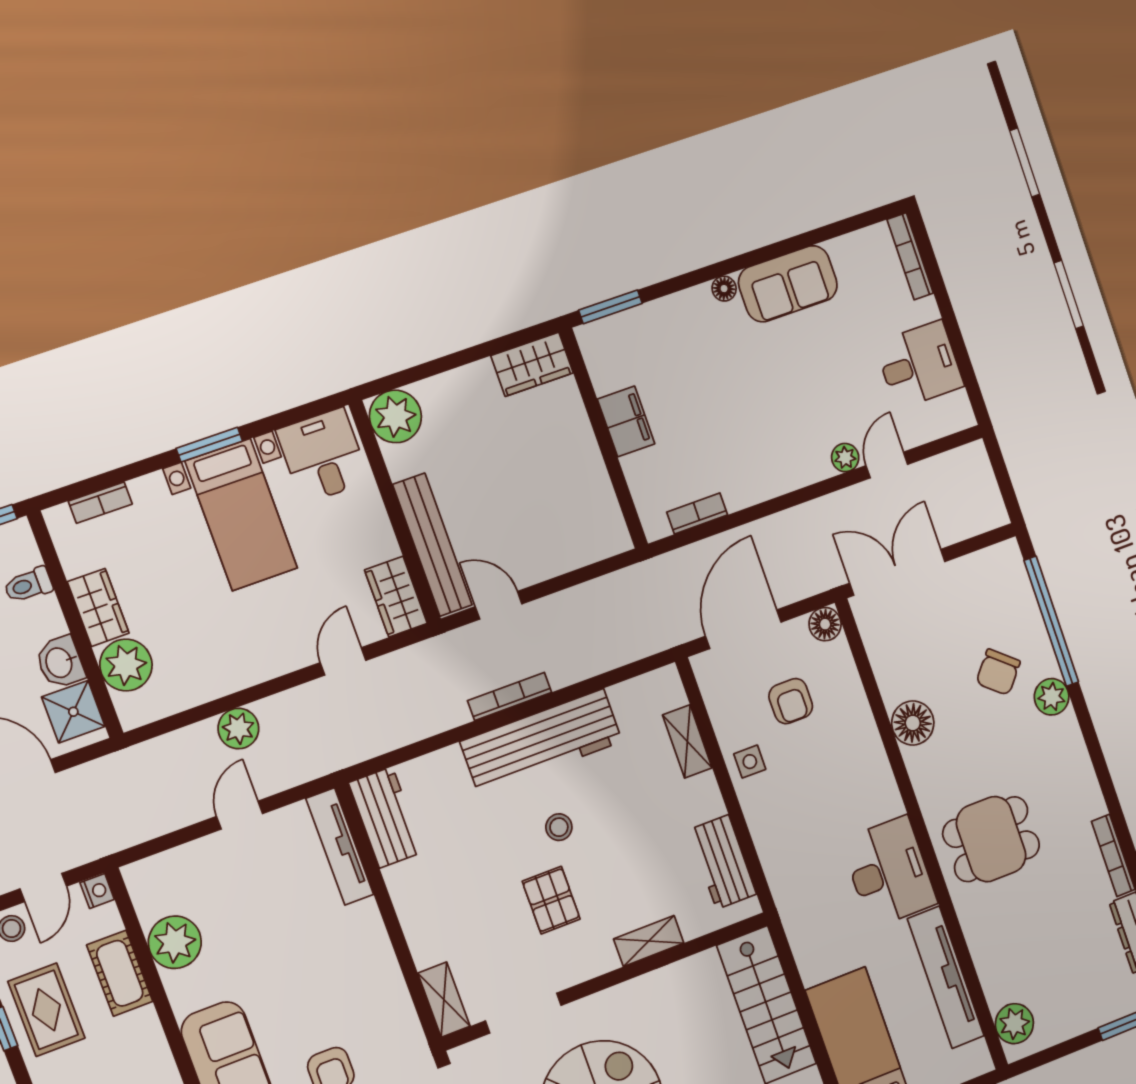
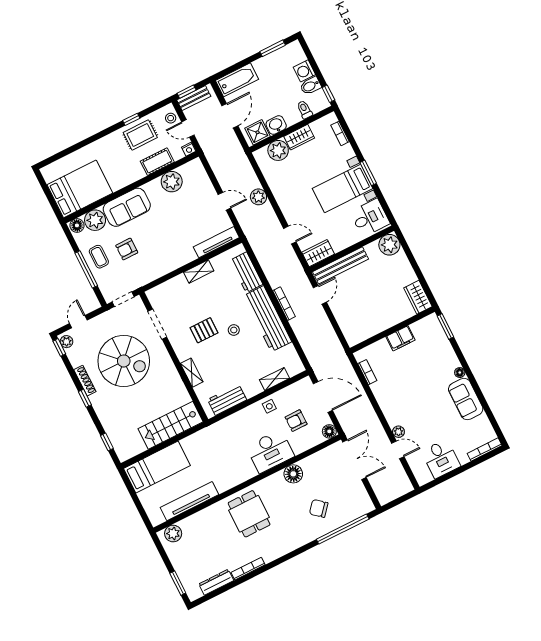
plant: (1052, 697) -> (311, 533), removed
workbench: (386, 817) -> (246, 272), moved, turned 90
desk: (889, 872) -> (270, 451), moved
shelving: (444, 1000) -> (199, 272), moved

